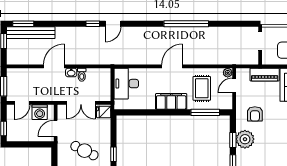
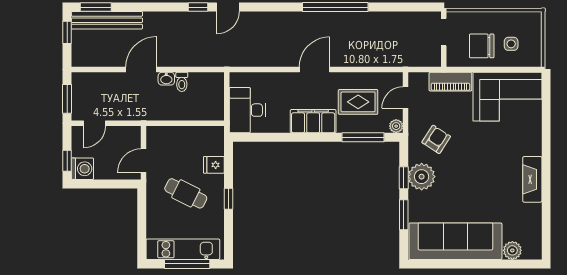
plant: (228, 73) -> (396, 126), moved
desk: (126, 84) -> (247, 110), moved
rug: (202, 88) -> (358, 102), turned 90
double door: (81, 103) -> (181, 123), removed
washing machine: (40, 112) -> (82, 169), moved, turned -90
fridge: (104, 112) -> (214, 165), moved
armchair: (255, 114) -> (436, 139), turned -147

